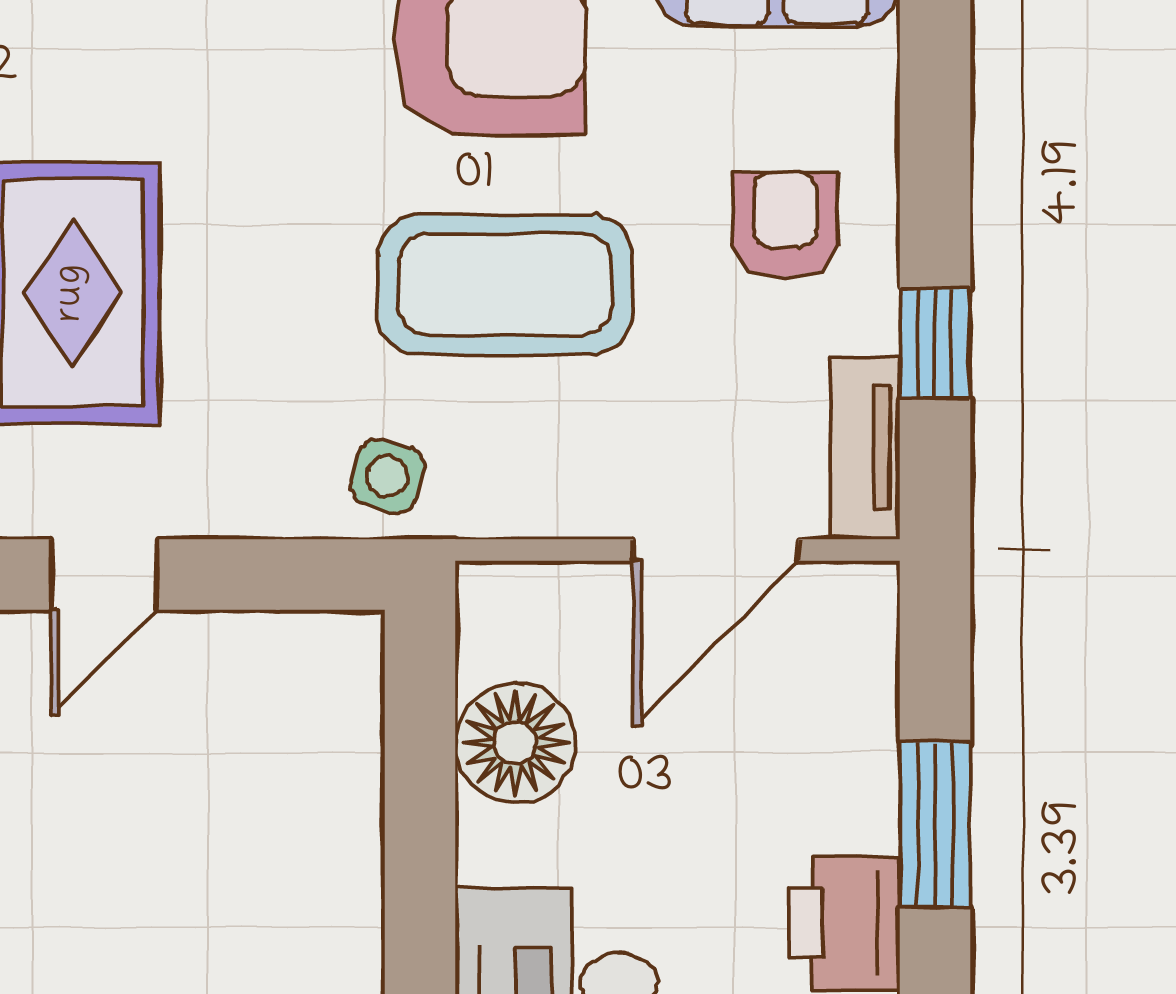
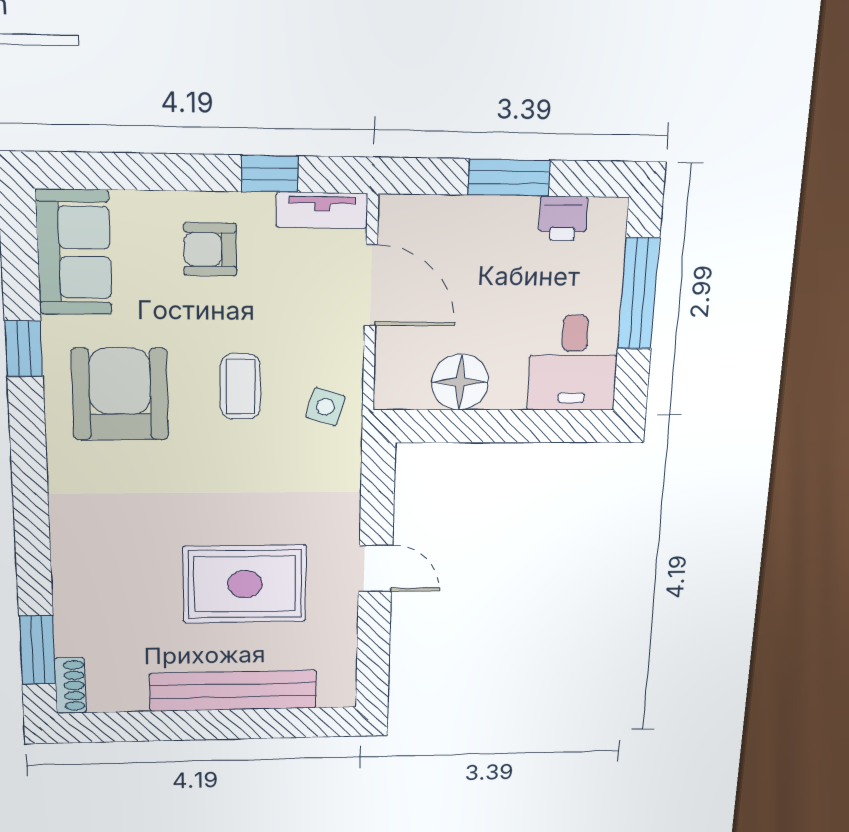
coffee table: (505, 284) -> (240, 387), width x0.54, depth x0.58
side table: (388, 476) -> (326, 407), moved
printer: (845, 923) -> (563, 218), width x0.73, depth x0.81

